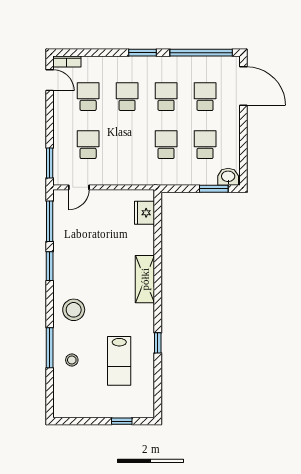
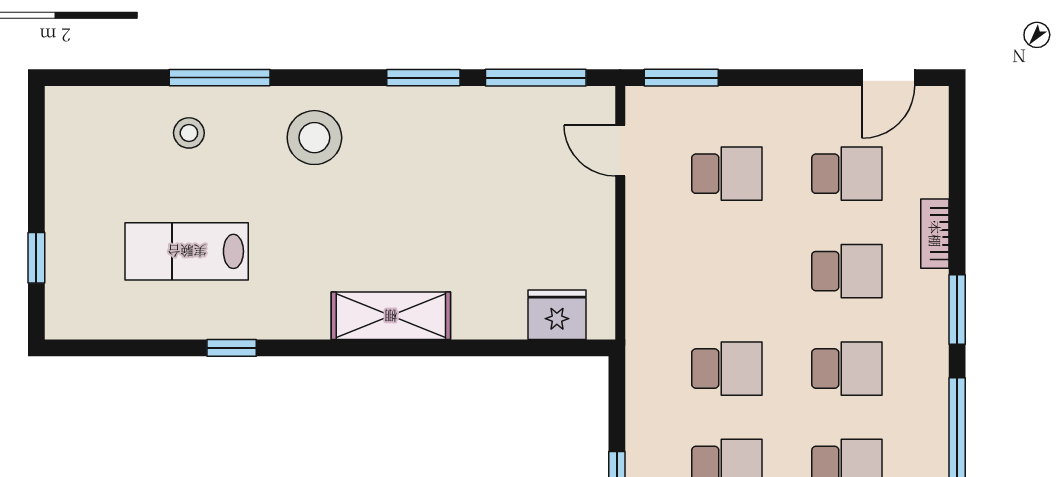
bookcase: (67, 62) -> (935, 234), moved

